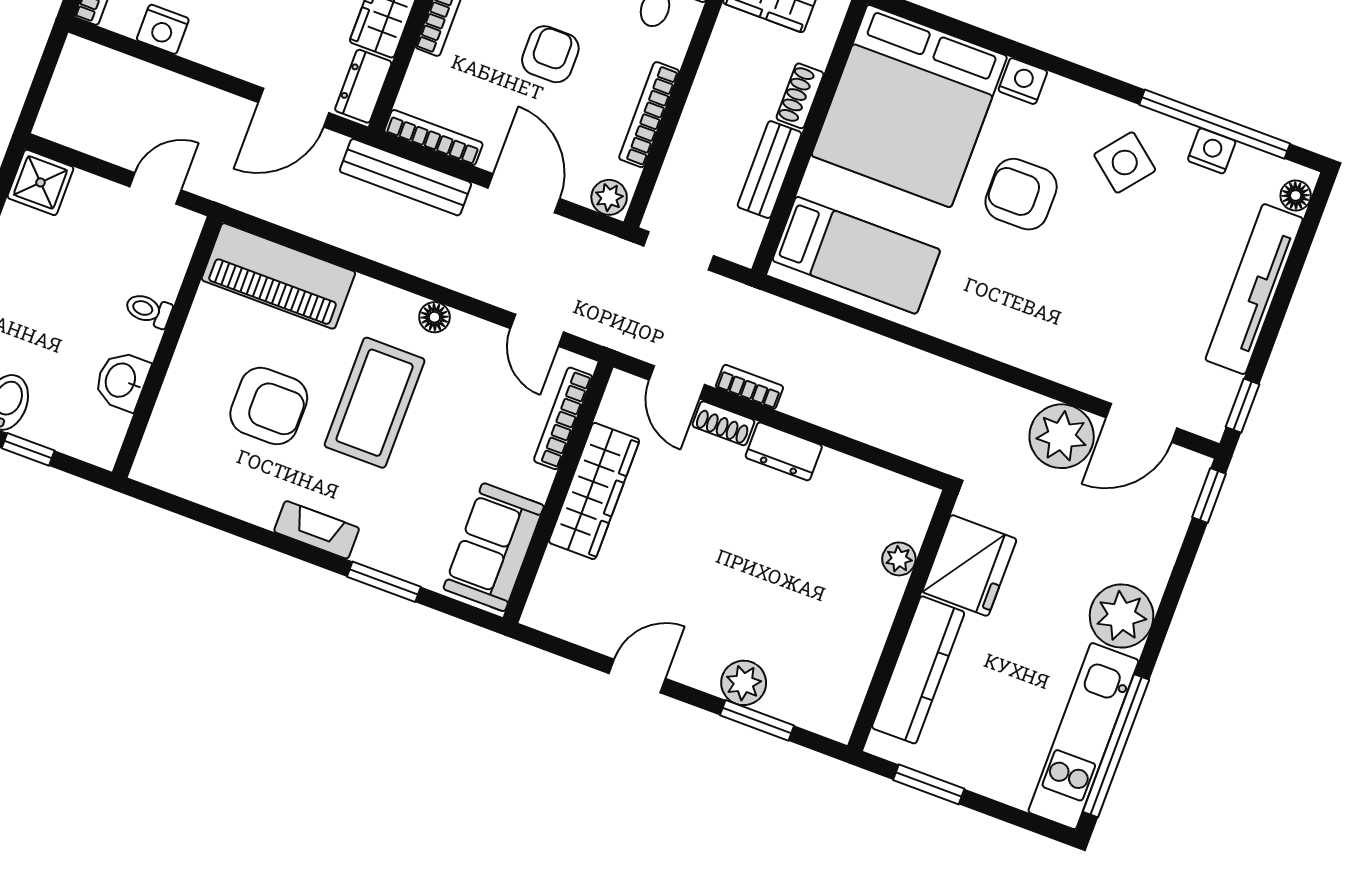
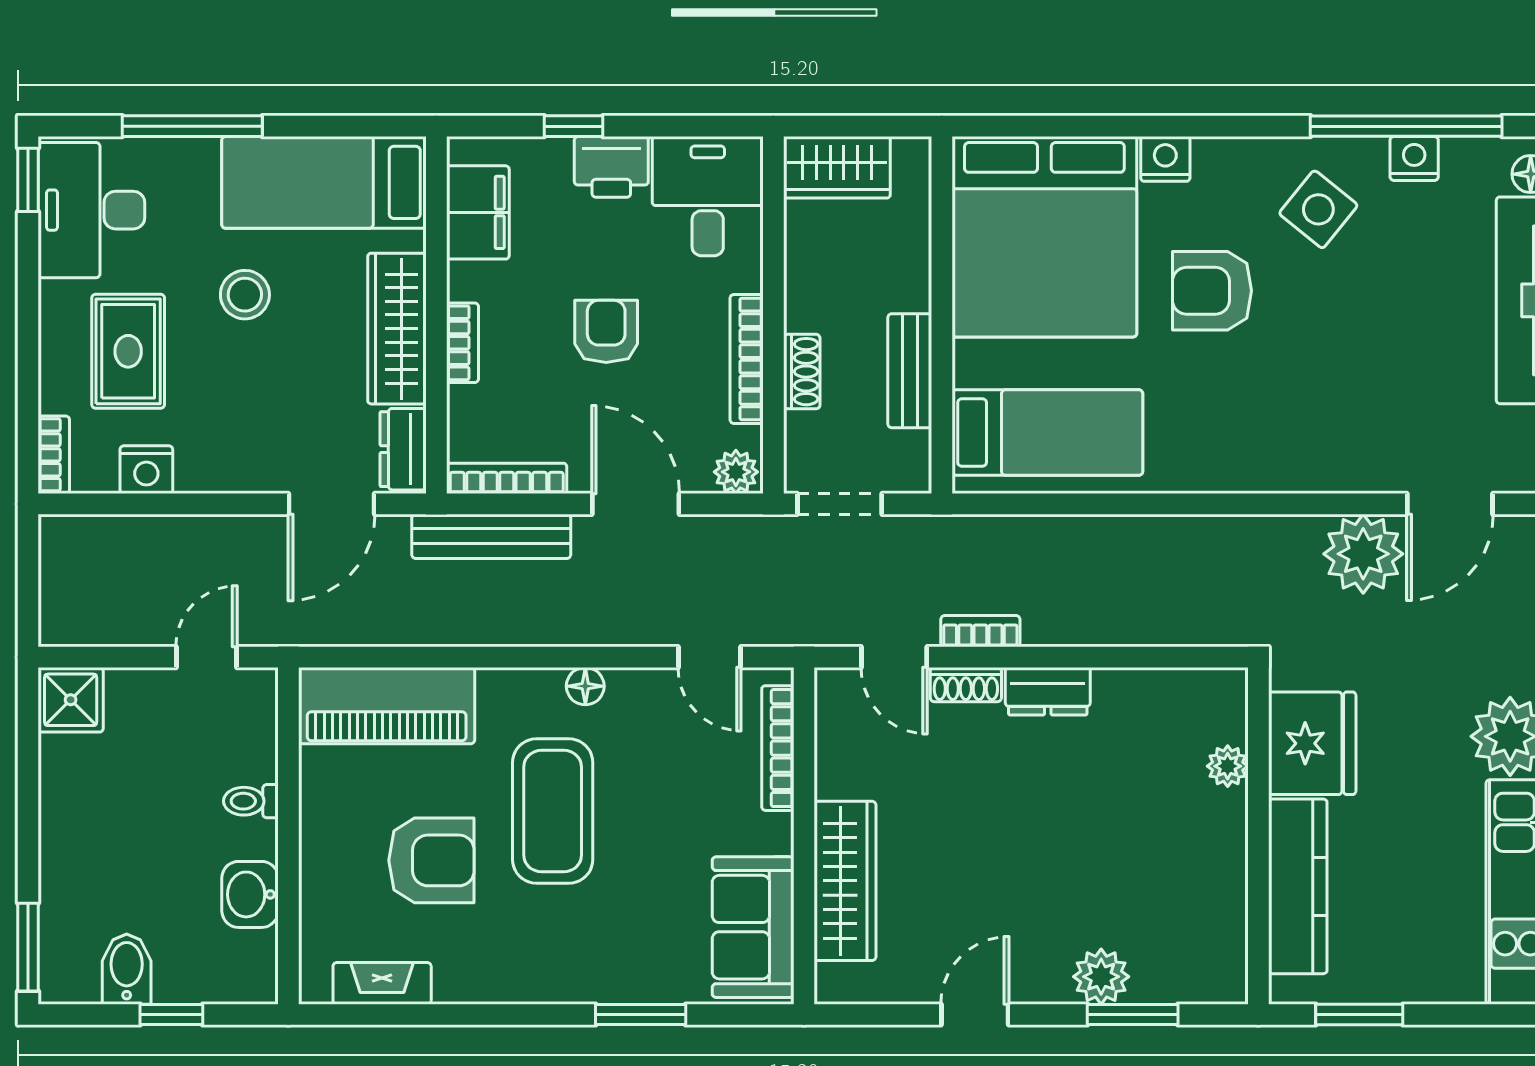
shoe rack: (800, 96) -> (802, 372), moved, turned 180
wardrobe: (594, 491) -> (845, 881), moved
fireplace: (317, 530) -> (382, 983), moved

